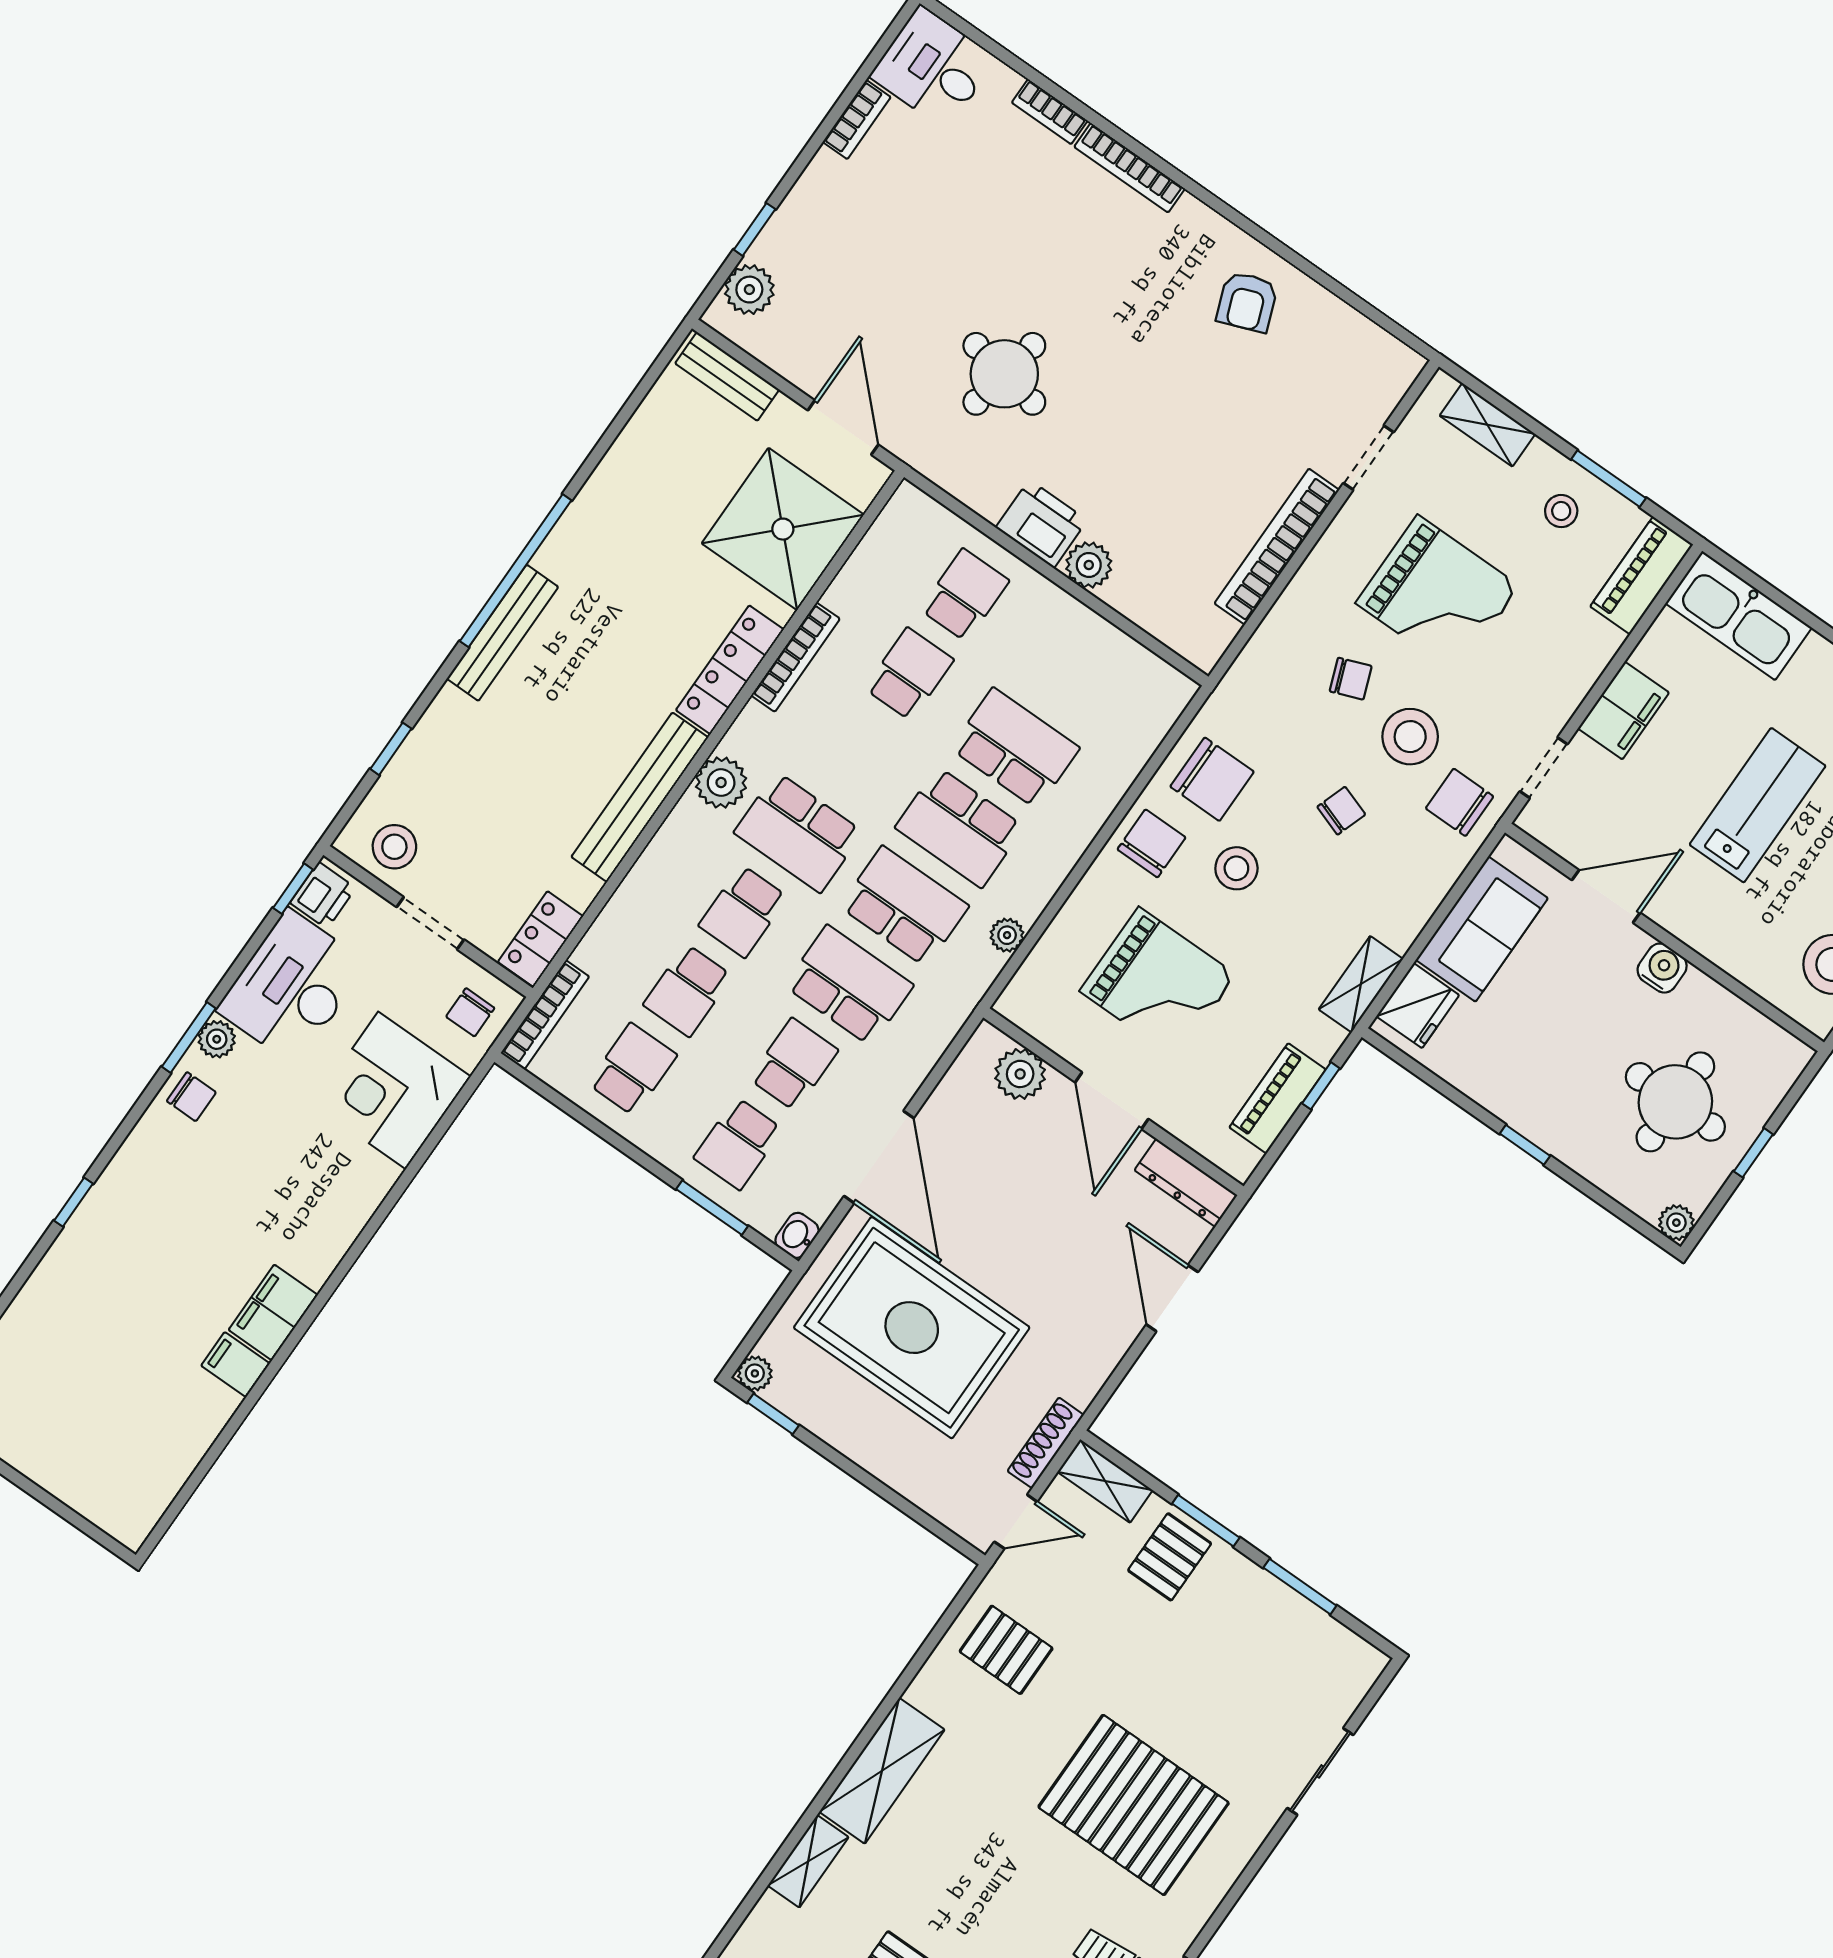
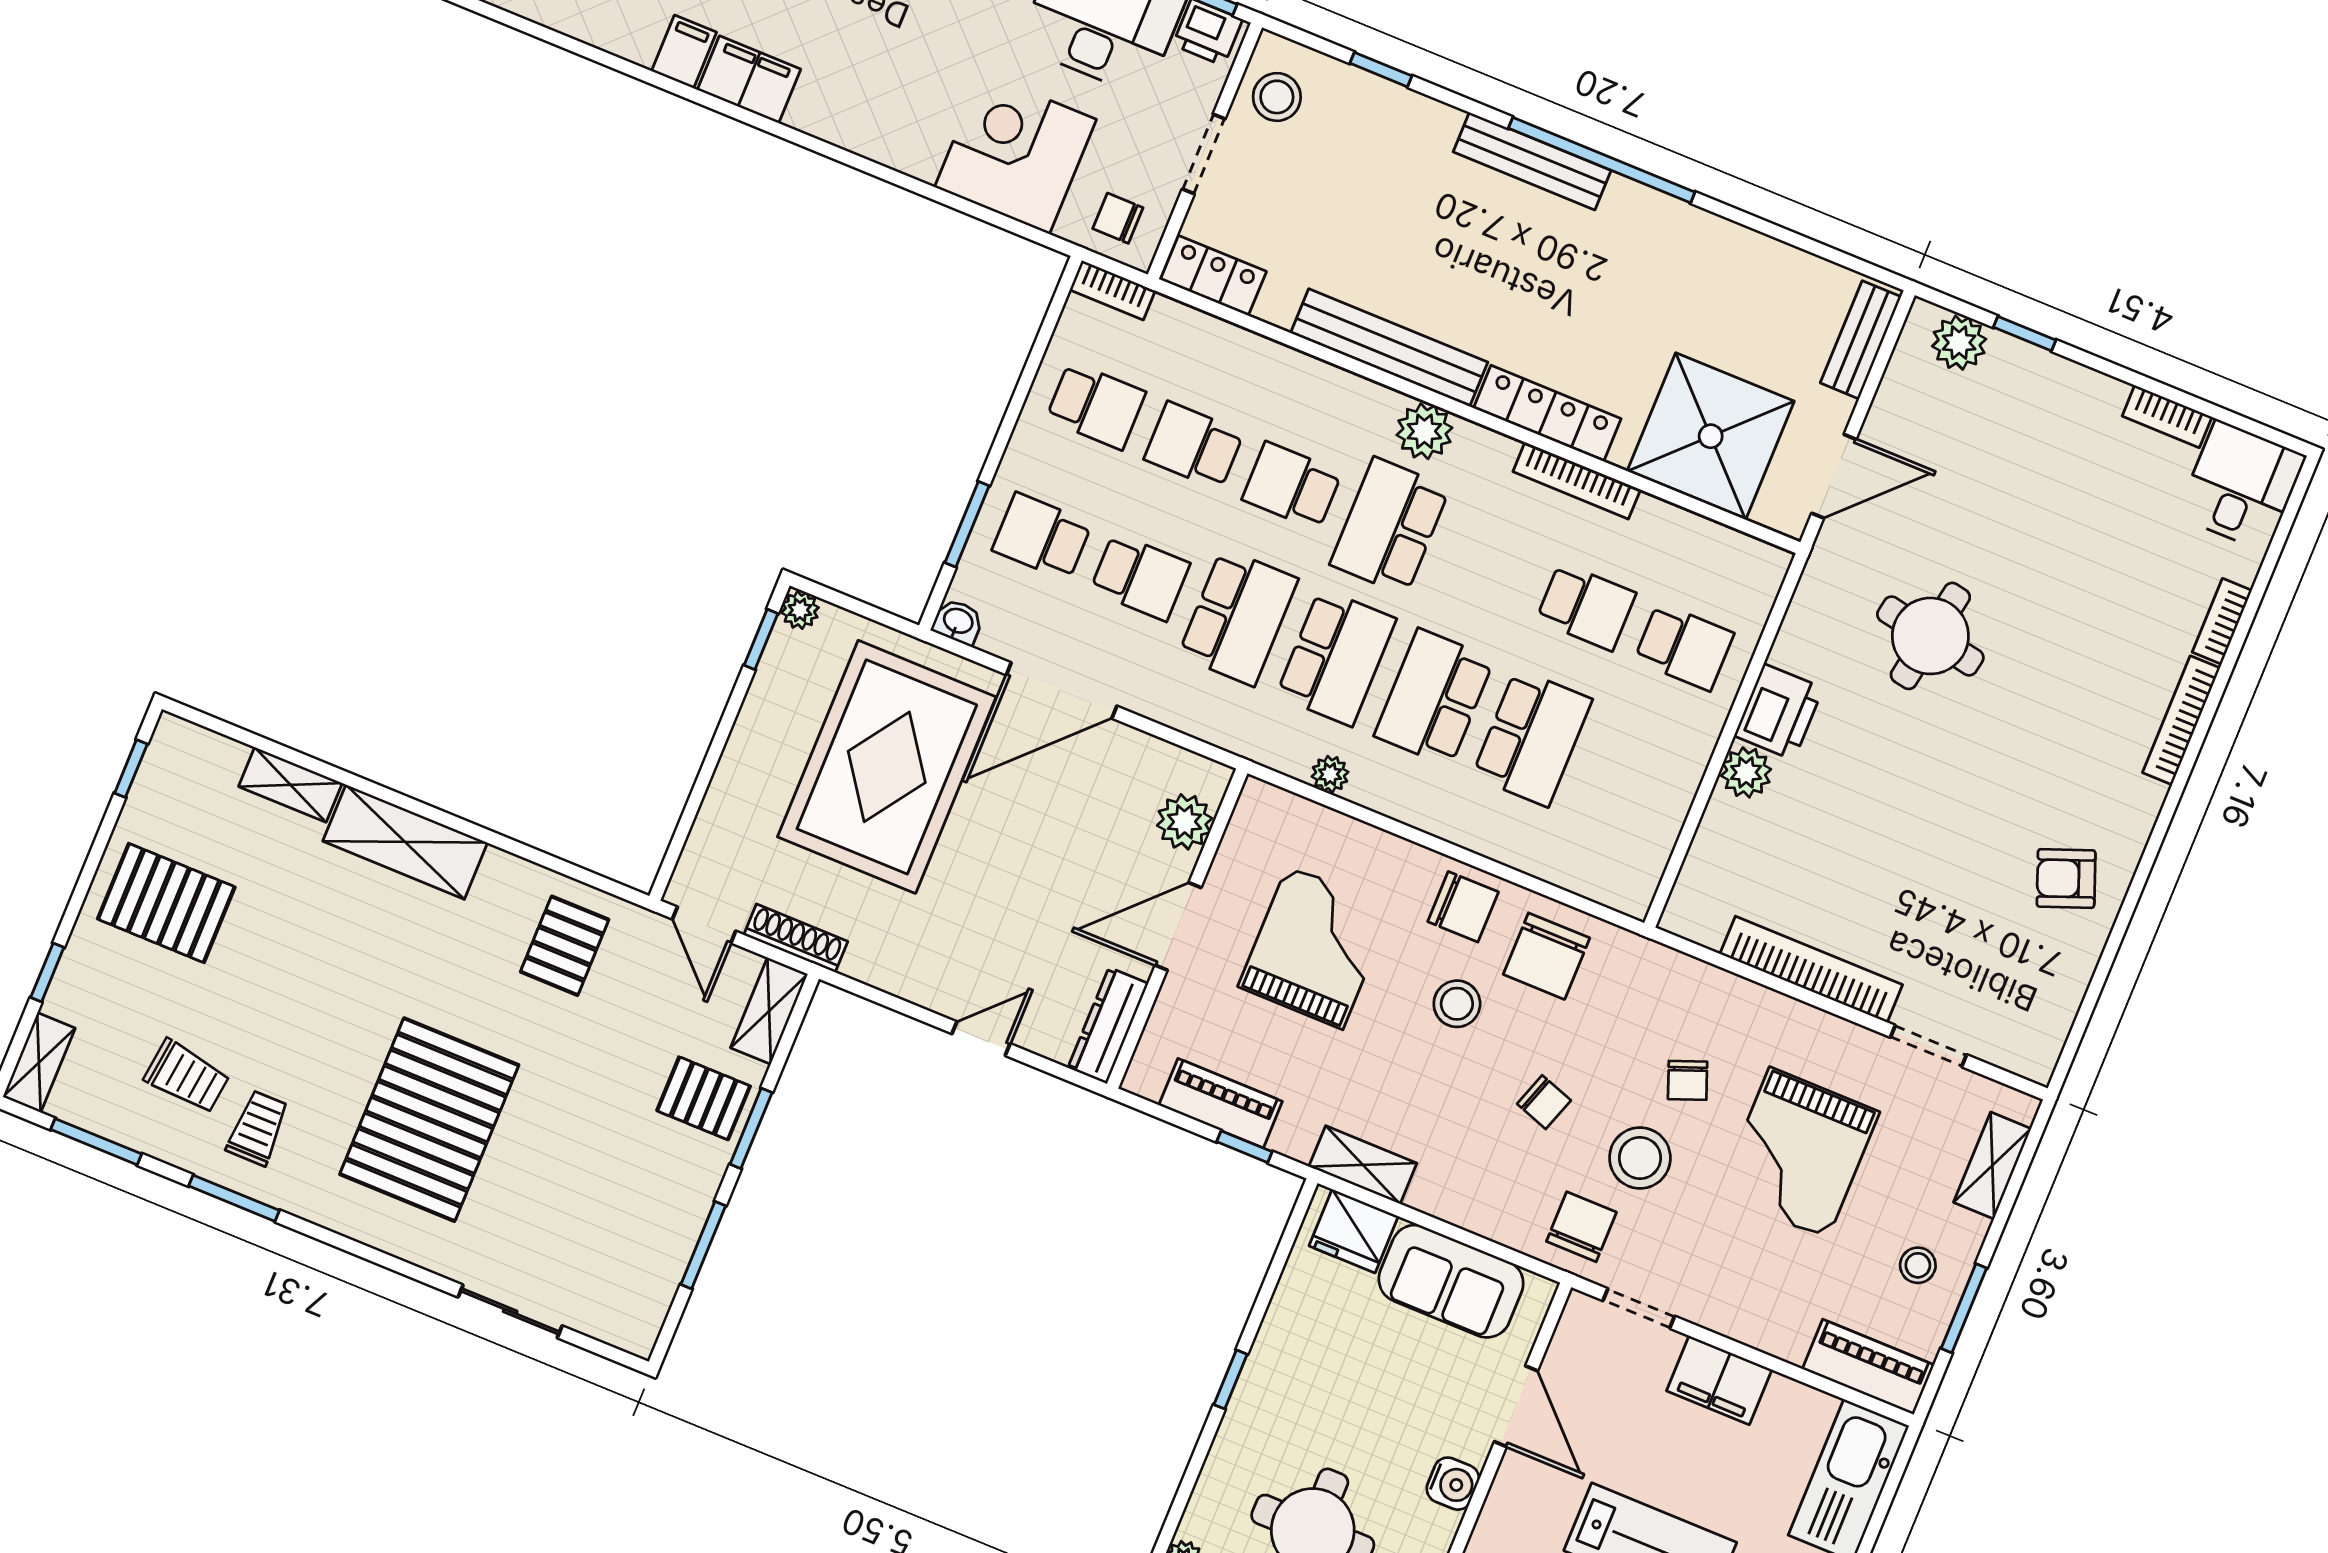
grand piano: (1158, 983) -> (1315, 947), turned 180
bookcase: (545, 1015) -> (1113, 290), width x0.64
door: (1172, 1298) -> (981, 1039), width x0.73

